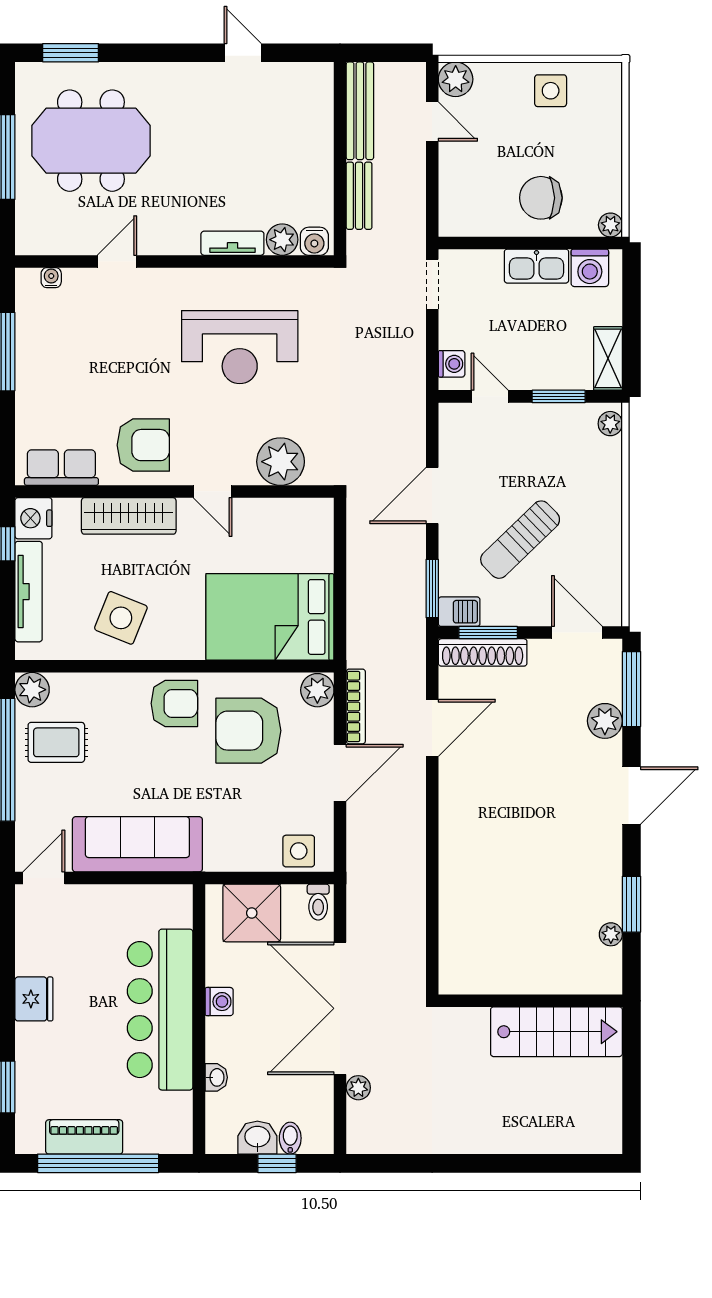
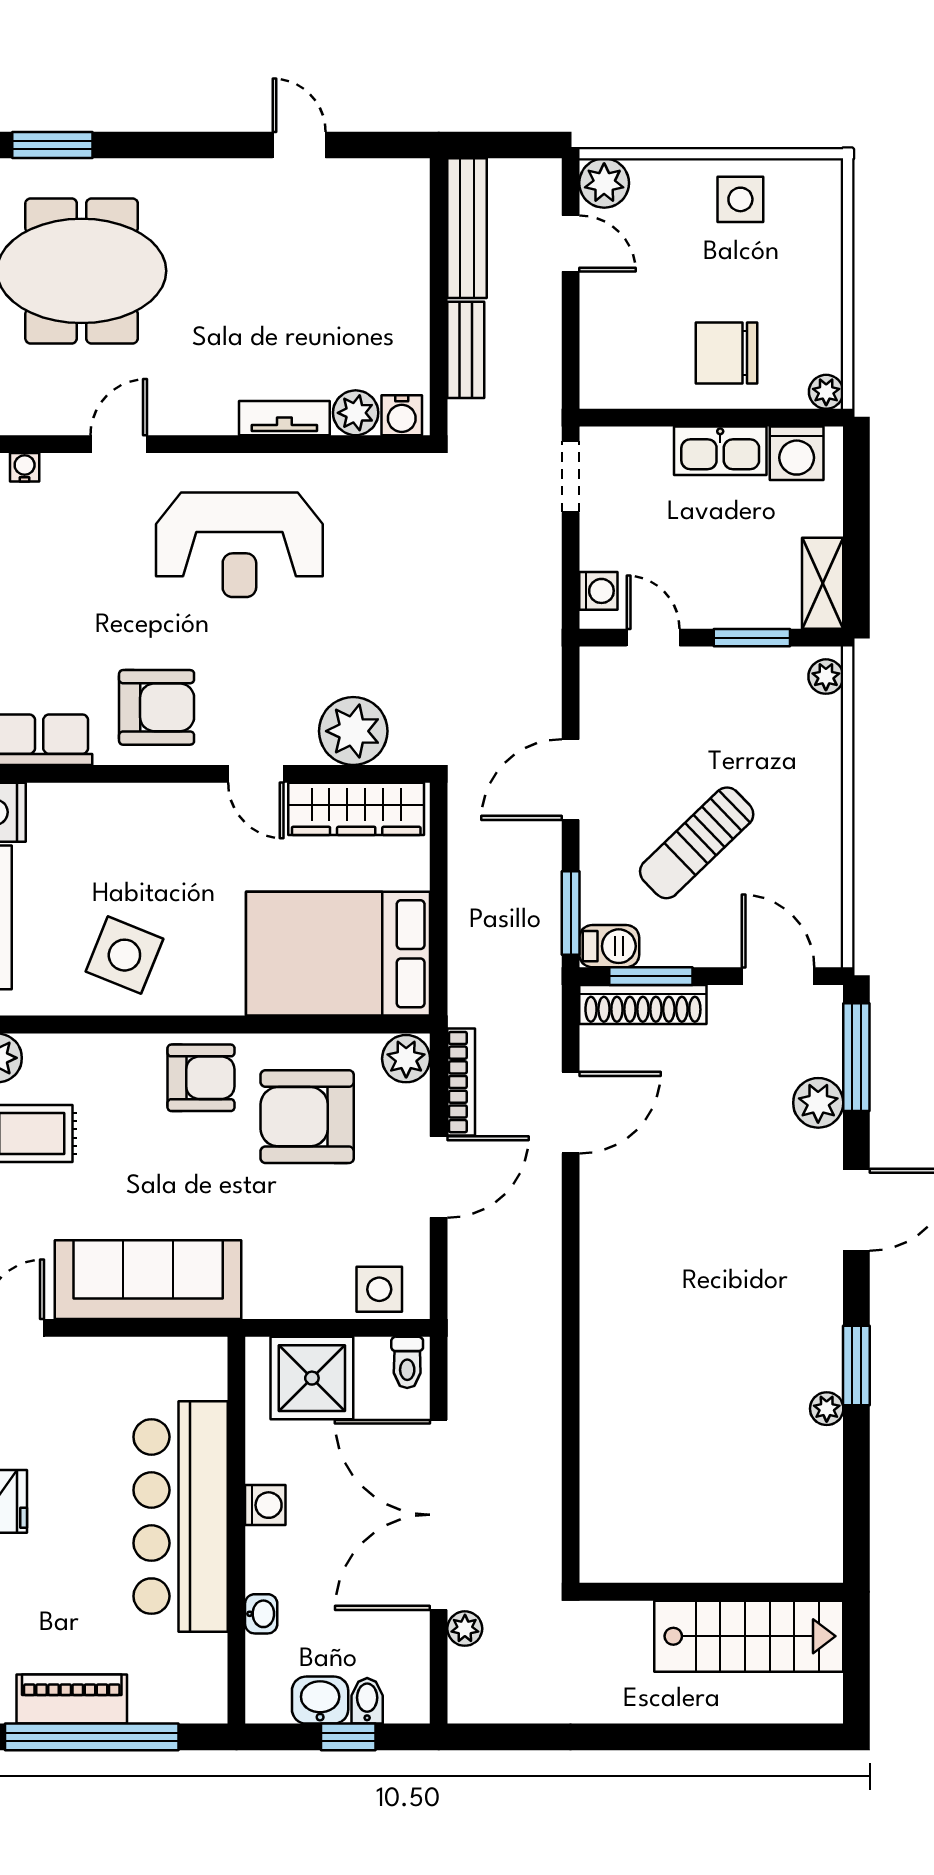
reception desk: (240, 347) -> (239, 545), moved
wardrobe: (129, 516) -> (356, 809), moved
wall: (530, 1001) -> (711, 1592), moved
stairs: (556, 1032) -> (749, 1636), moved

